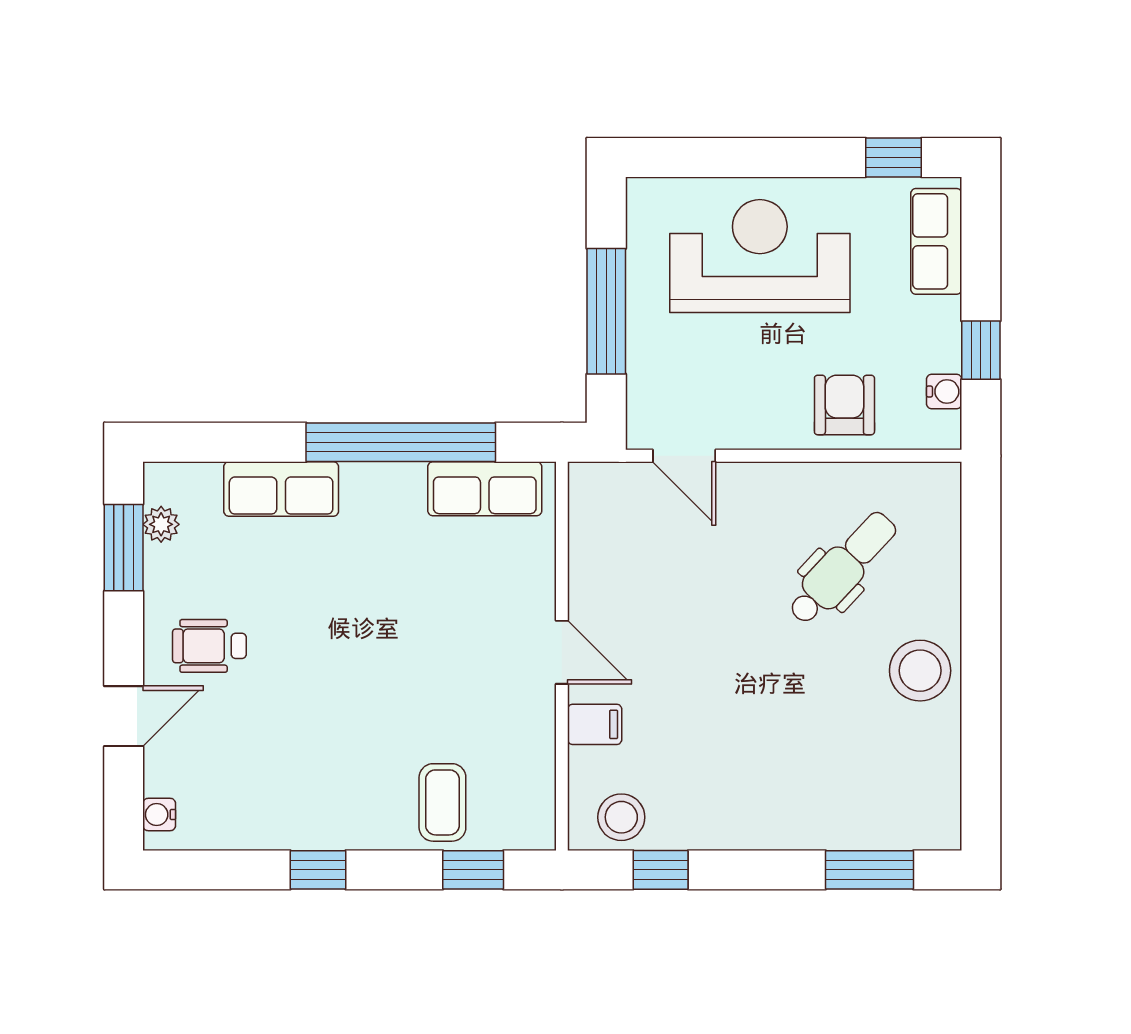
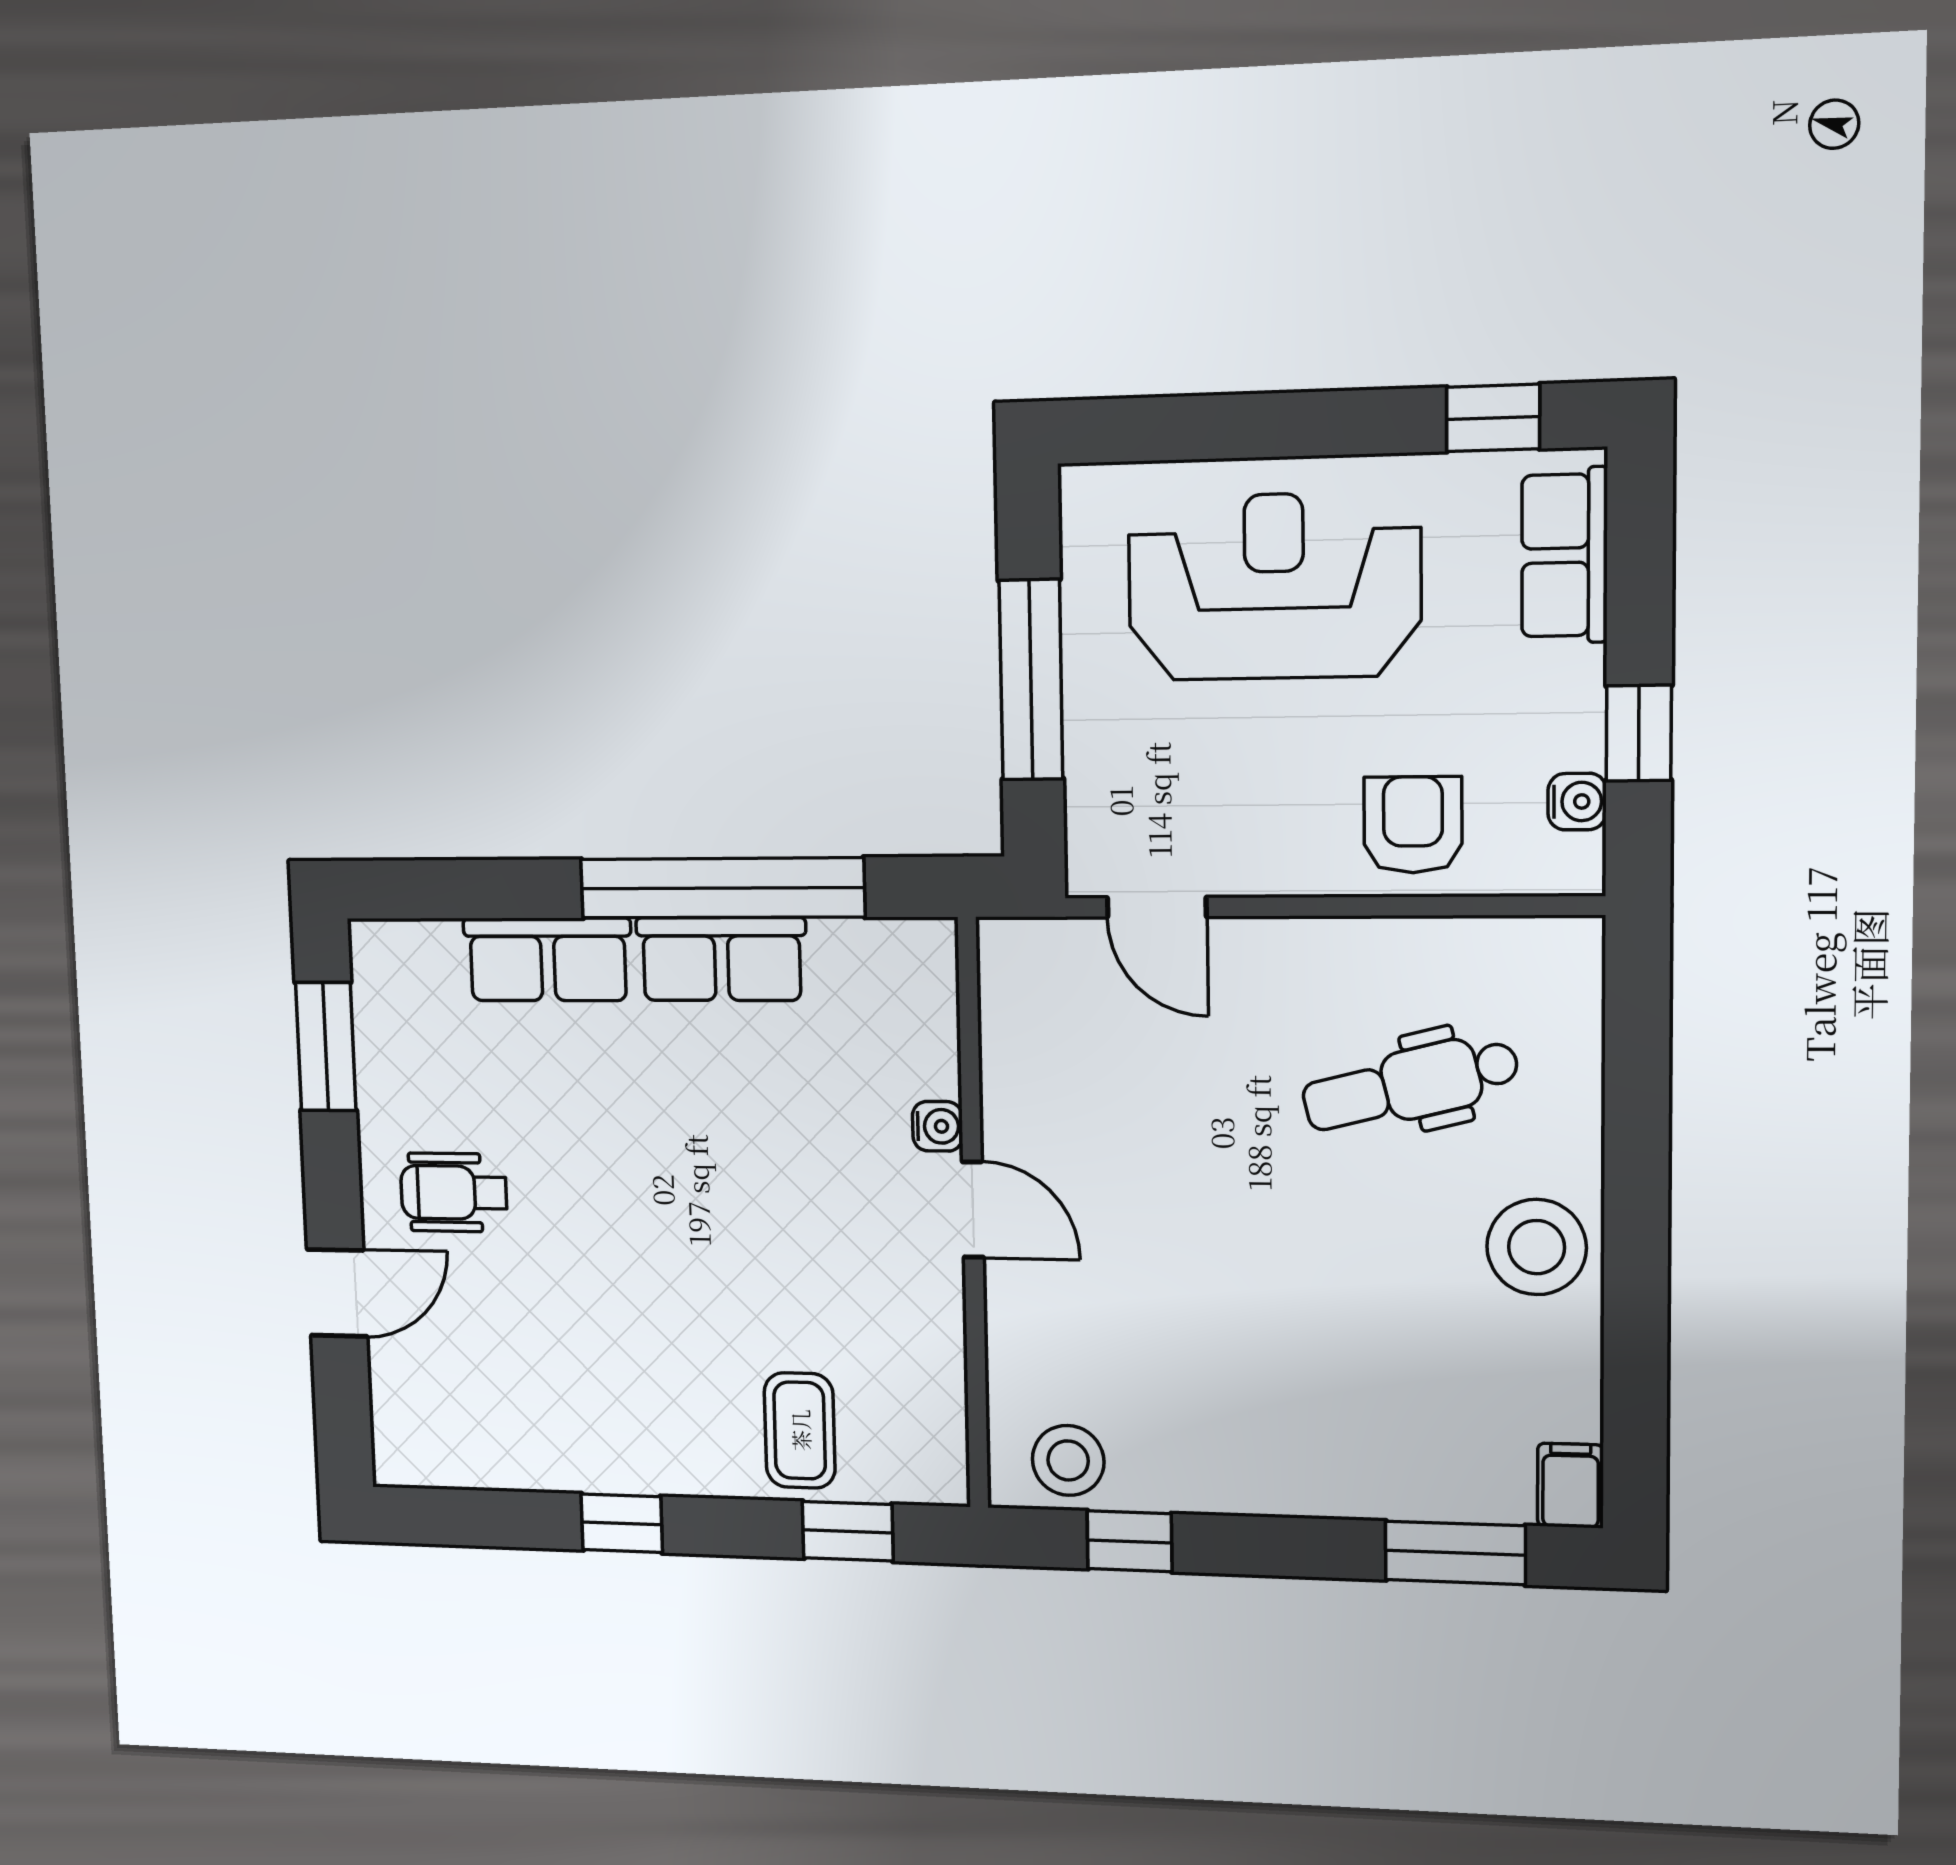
row of seats: (485, 489) -> (721, 959), moved
plant: (161, 524) -> (377, 1012), removed
dental chair: (842, 568) -> (1410, 1085), turned -147
filing cabinet: (595, 724) -> (1571, 1486), moved, turned -90
water cooler: (159, 815) -> (938, 1126), moved, turned 180

